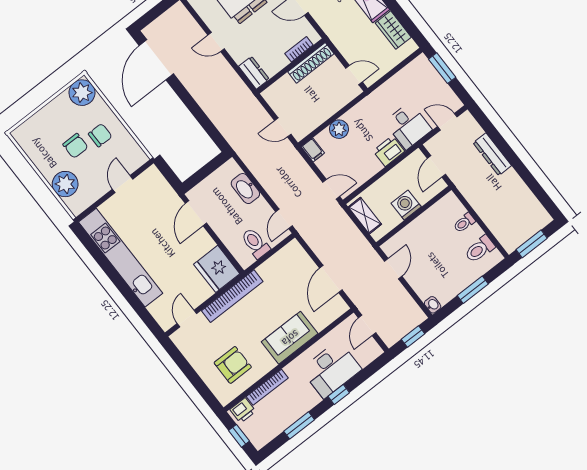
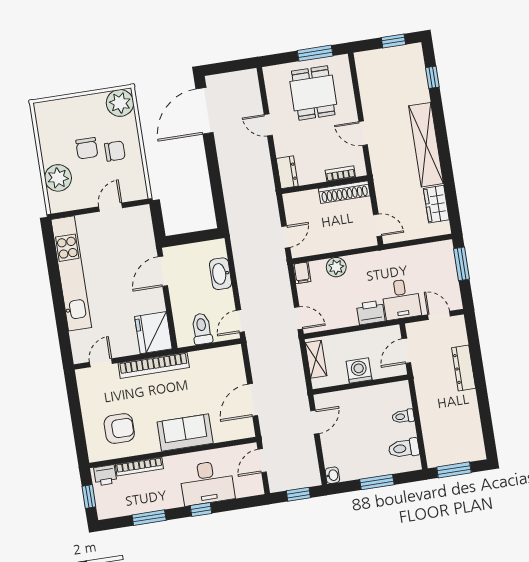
door: (283, 127) -> (286, 237), swing flipped

